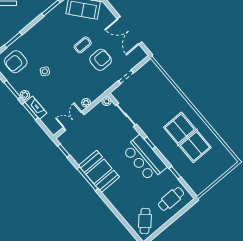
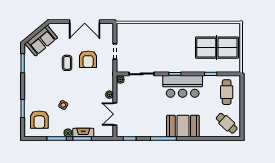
armchair: (101, 60) -> (88, 59), turned 180
table tennis table: (187, 137) -> (217, 48), moved
booth: (99, 171) -> (183, 126), moved

